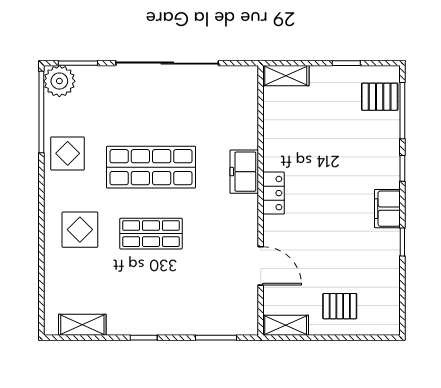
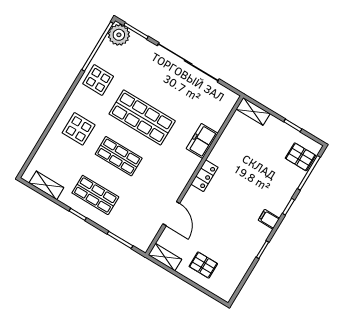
freezer: (244, 172) -> (202, 141), moved
filing cabinet: (387, 209) -> (269, 219), width x0.50
shop shelf: (151, 300) -> (95, 195), added

